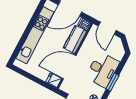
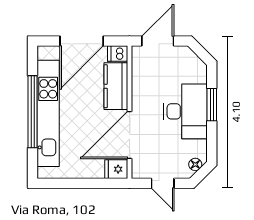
door: (107, 28) -> (158, 41), swing flipped
window: (28, 30) -> (33, 112), added
window: (112, 82) -> (212, 105), moved

